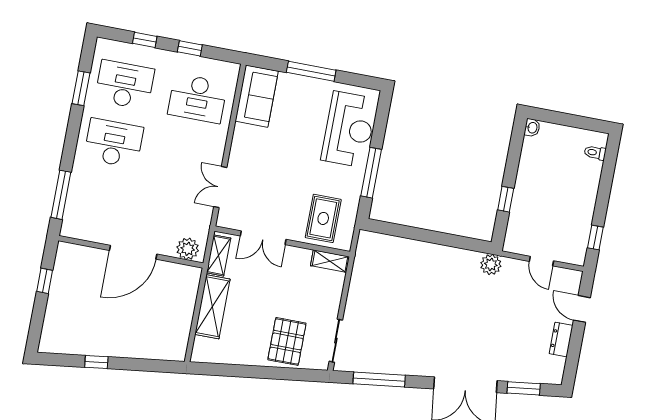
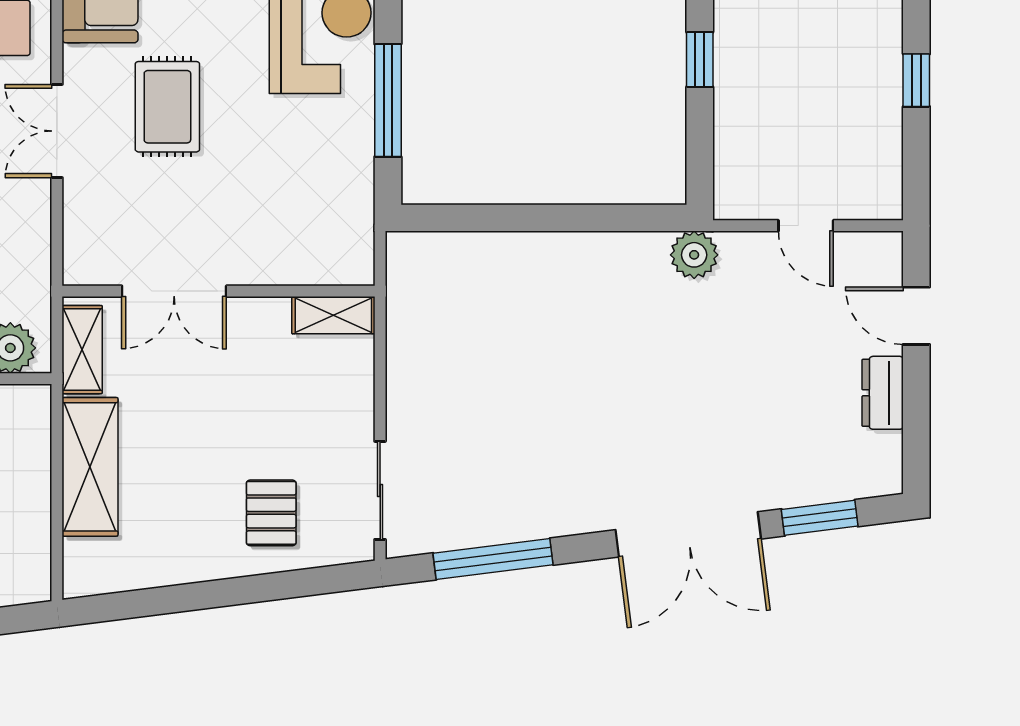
double door: (220, 187) -> (57, 131), moved
window: (506, 199) -> (700, 59), moved
rug: (323, 218) -> (167, 107), moved
window: (595, 237) -> (916, 80), moved
pallet: (287, 341) -> (271, 513), width x0.67, depth x0.71

